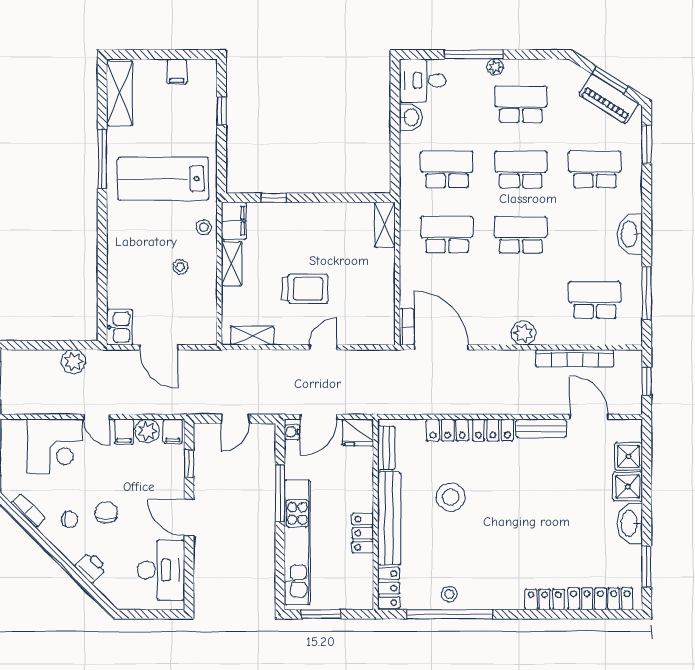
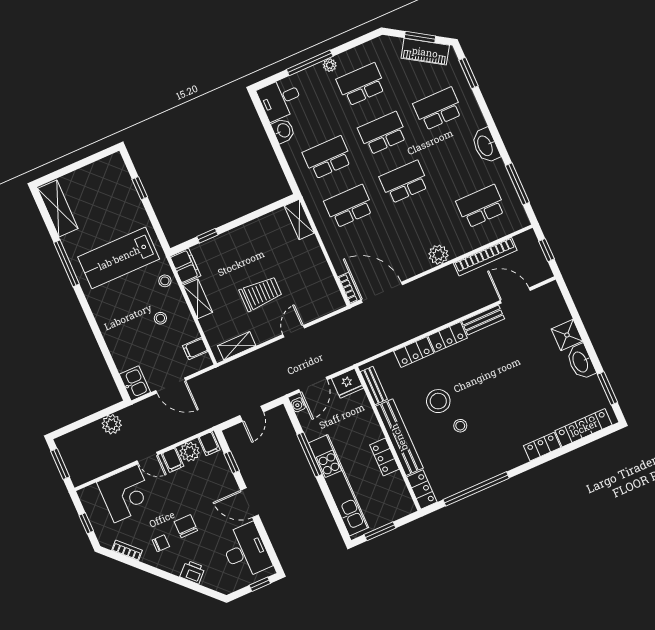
filing cabinet: (177, 72) -> (195, 349), moved, turned 90
shower: (628, 456) -> (558, 312), removed
stool: (449, 594) -> (460, 426), moved
window: (160, 614) -> (260, 584), added

